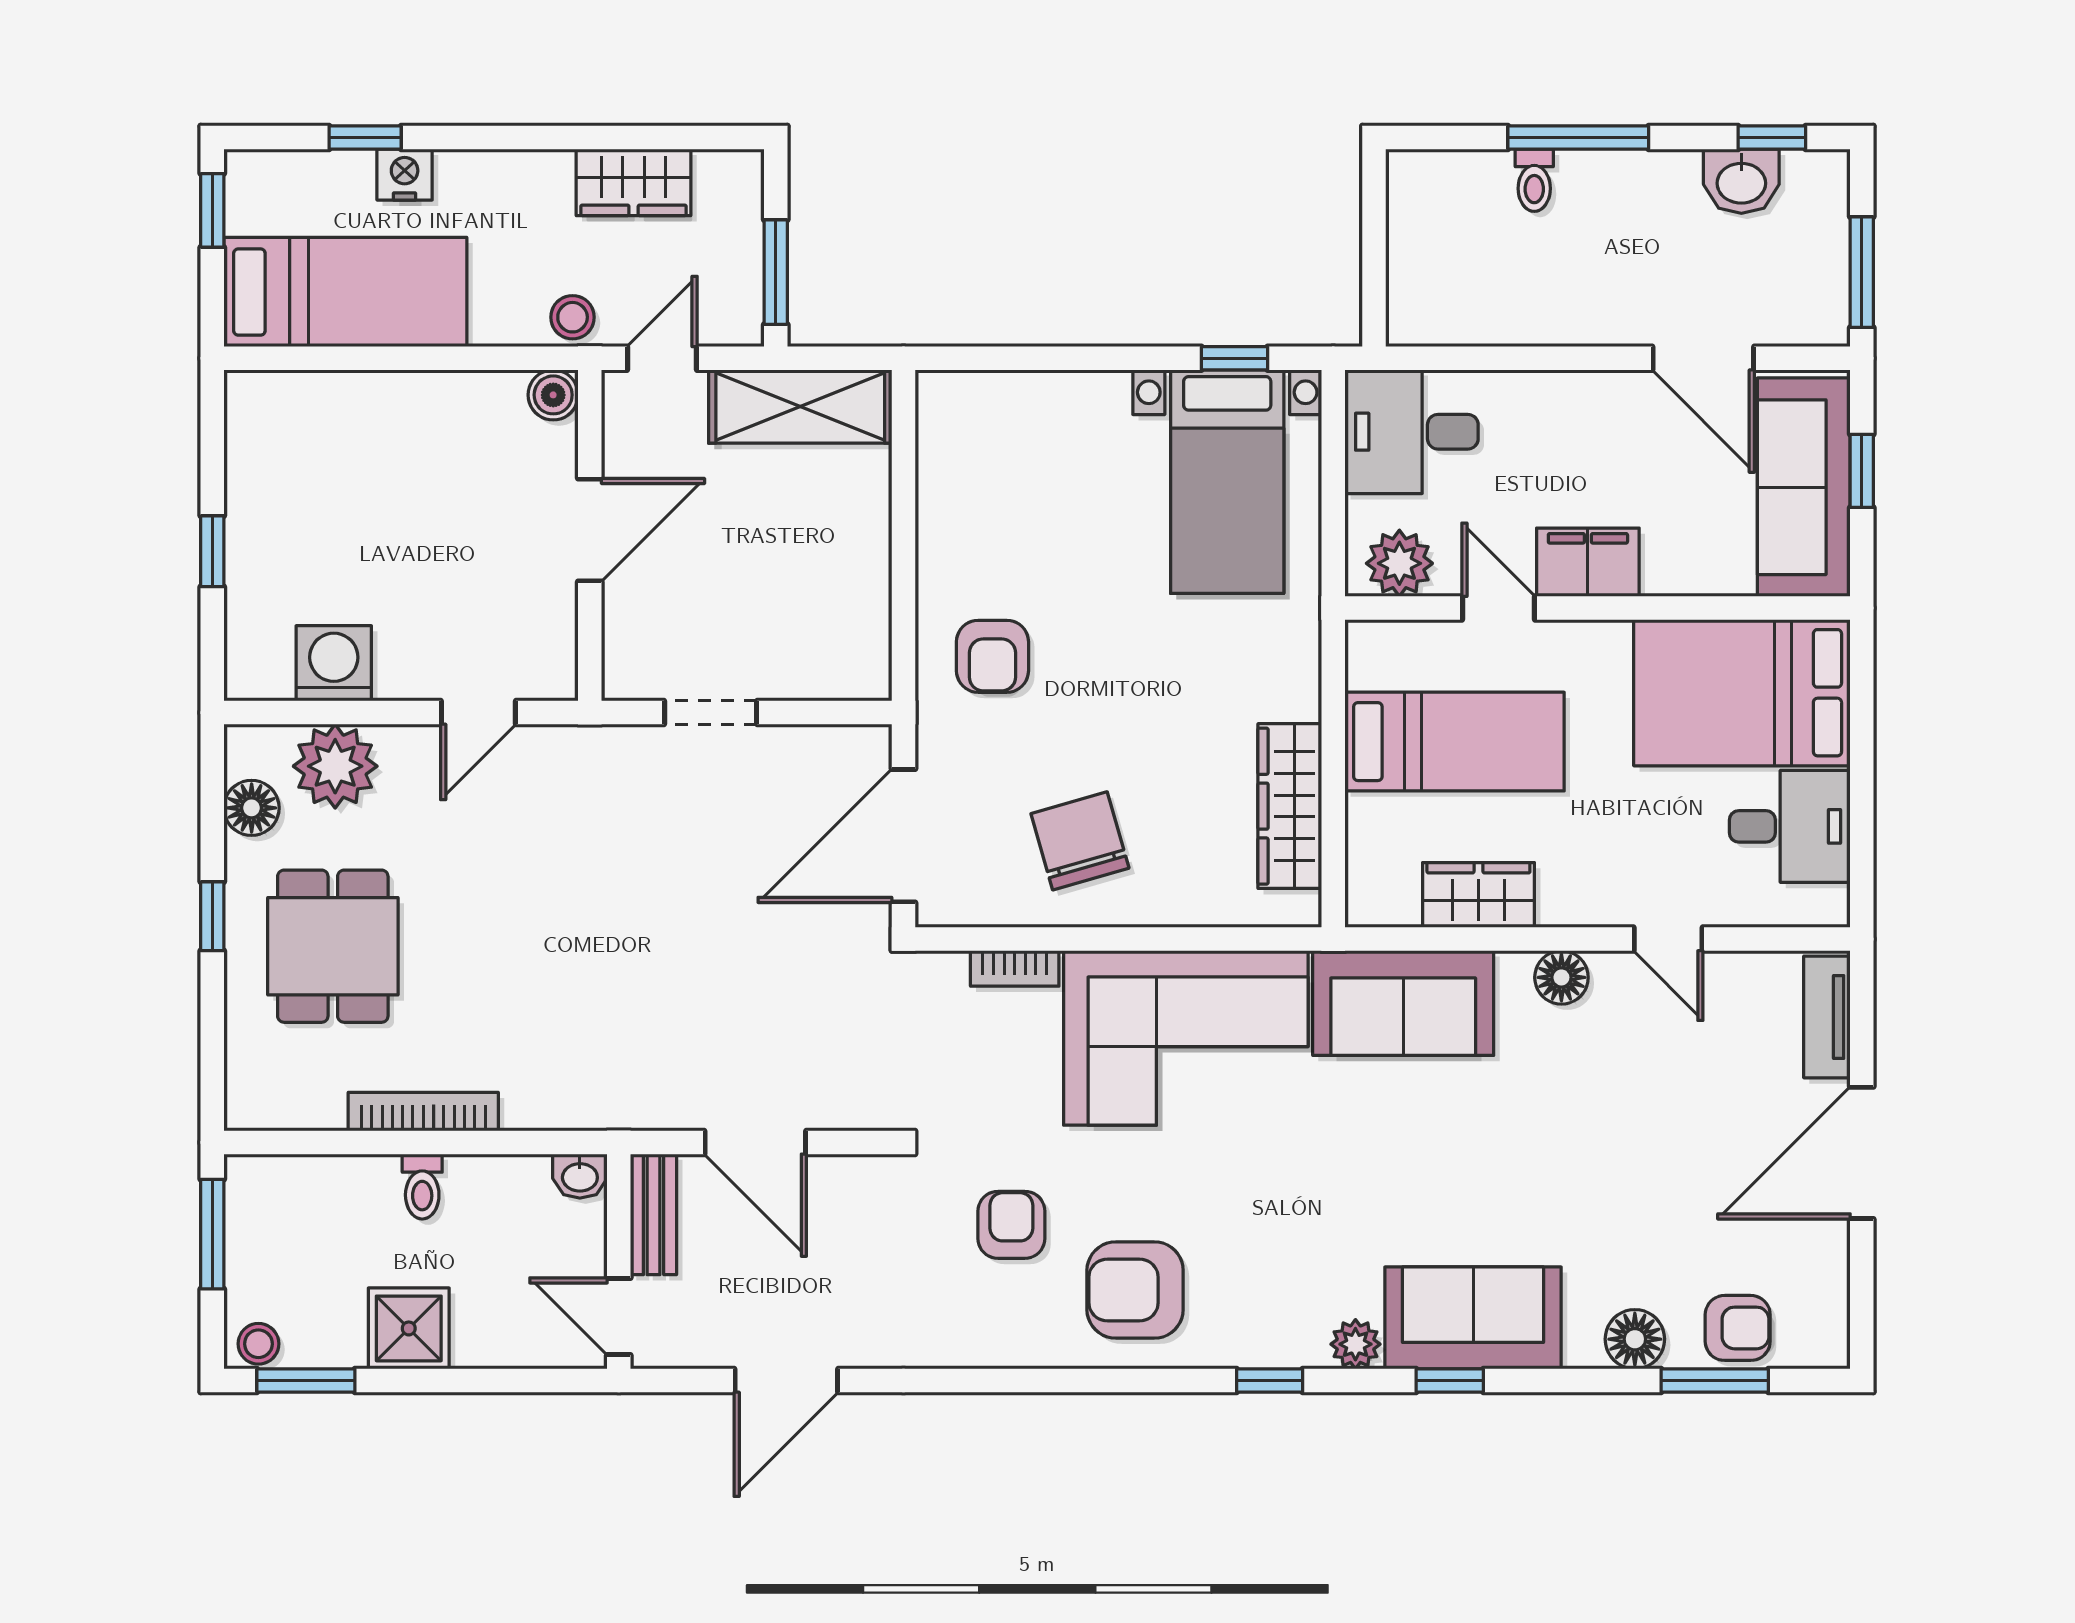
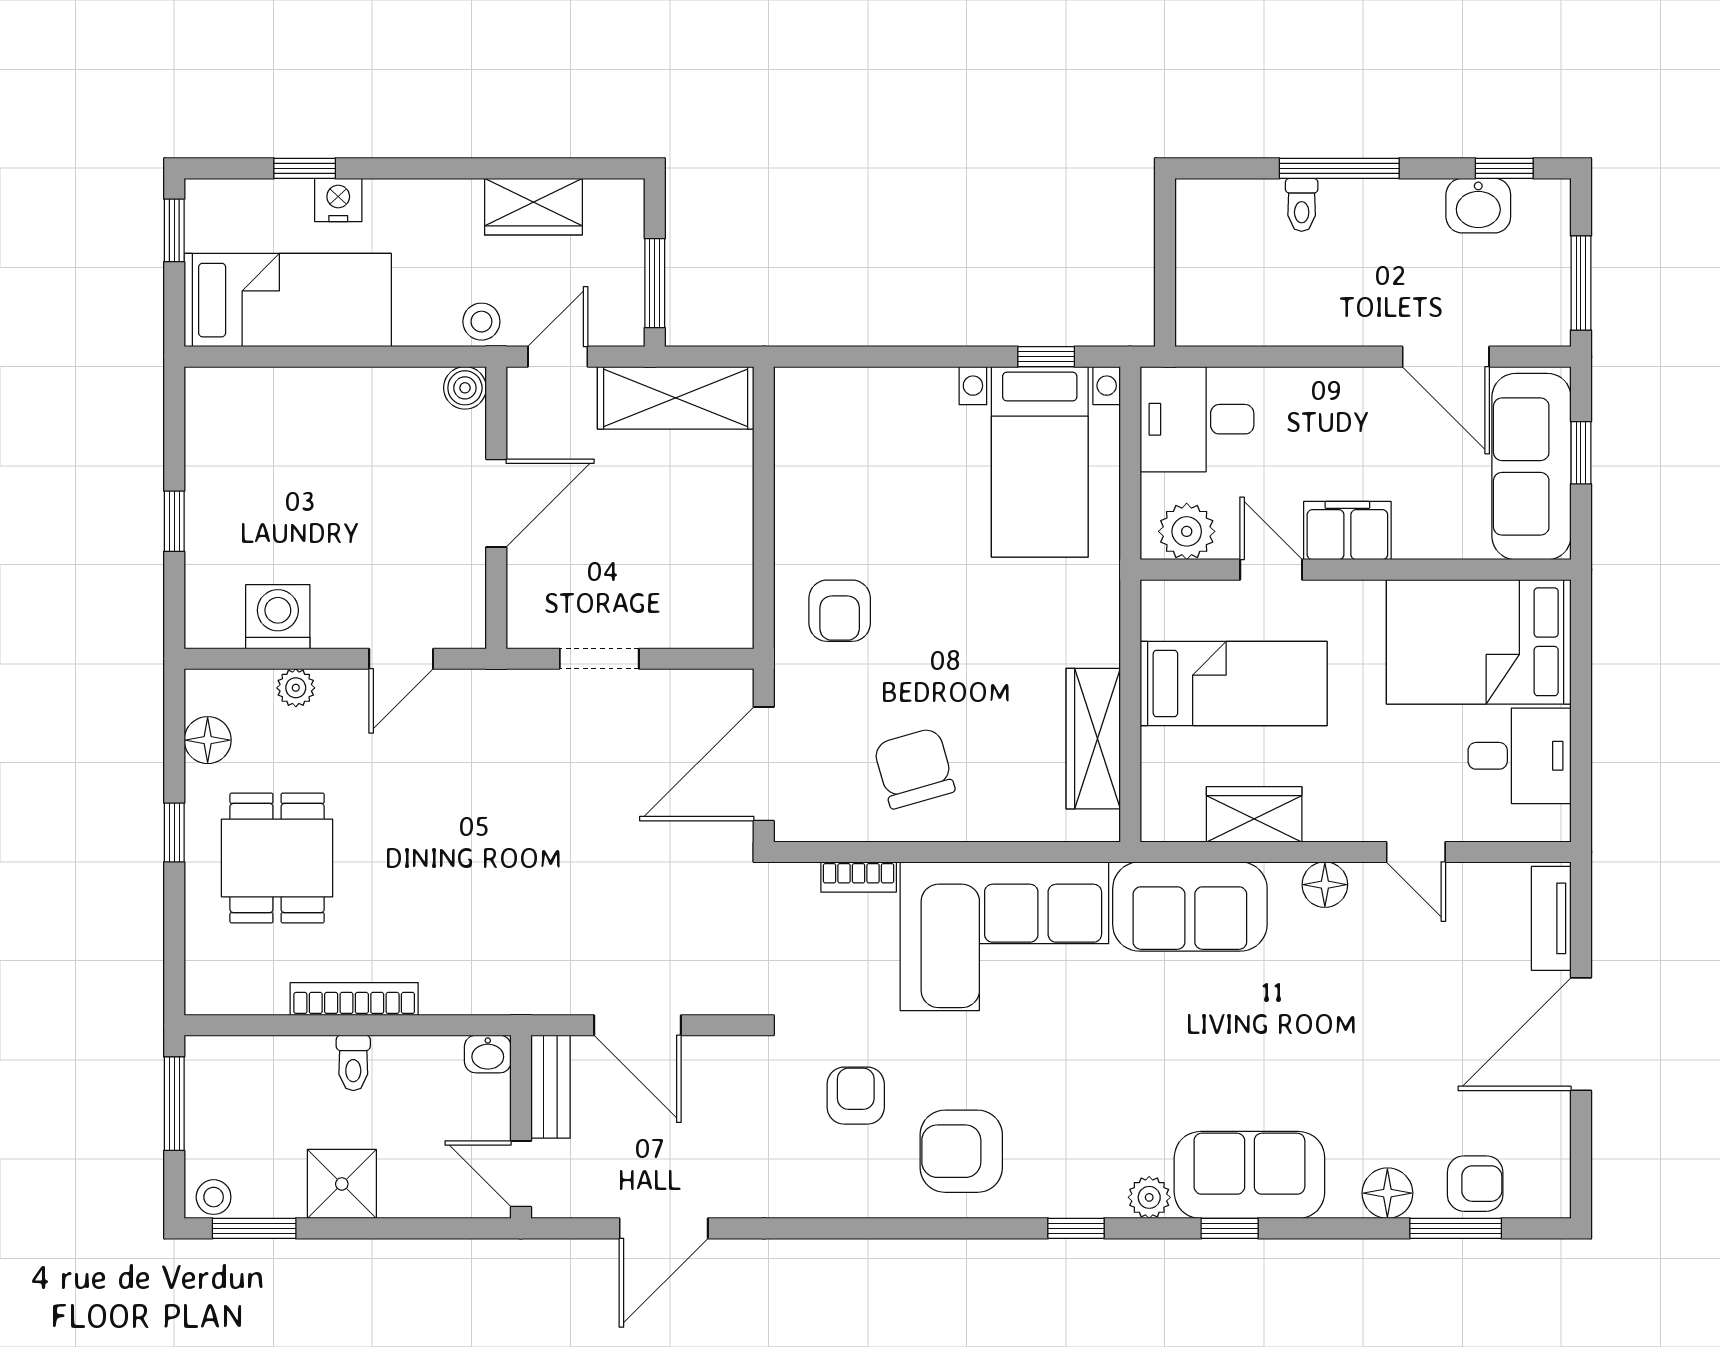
plant: (335, 766) -> (296, 688), width x0.53, depth x0.53

